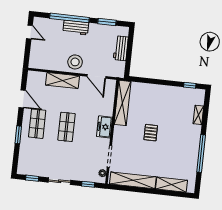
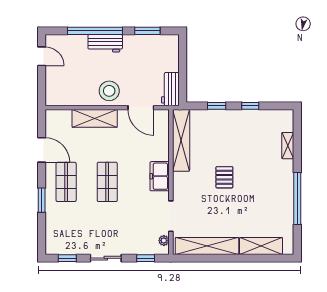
workbench: (121, 48) -> (170, 89), moved
window: (151, 81) -> (217, 106), added
window: (190, 85) -> (250, 106), moved

